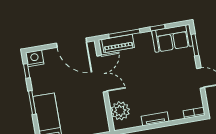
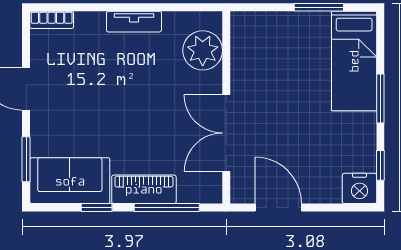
door: (72, 43) -> (278, 208), width x0.73
piano: (118, 43) -> (144, 189), moved

